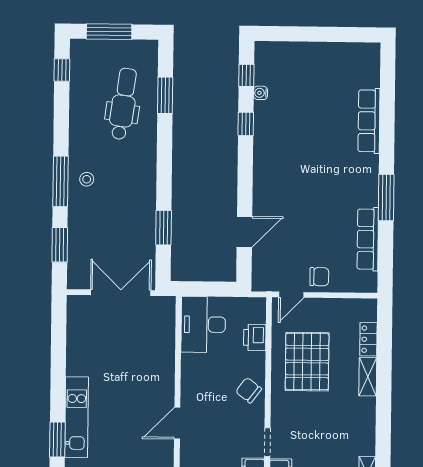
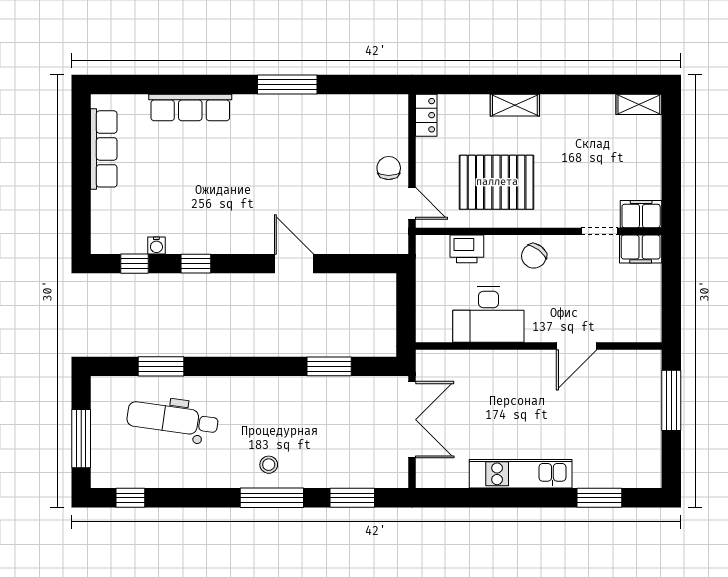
door: (244, 232) -> (294, 264), moved
row of seats: (368, 239) -> (104, 149), moved, turned -90
double door: (121, 293) -> (412, 420), swing flipped
desk: (203, 324) -> (488, 315), moved
locker: (368, 339) -> (426, 115), moved, turned -90
kitchen unit: (77, 417) -> (521, 474), moved
door: (177, 423) -> (577, 346), hinge flipped

